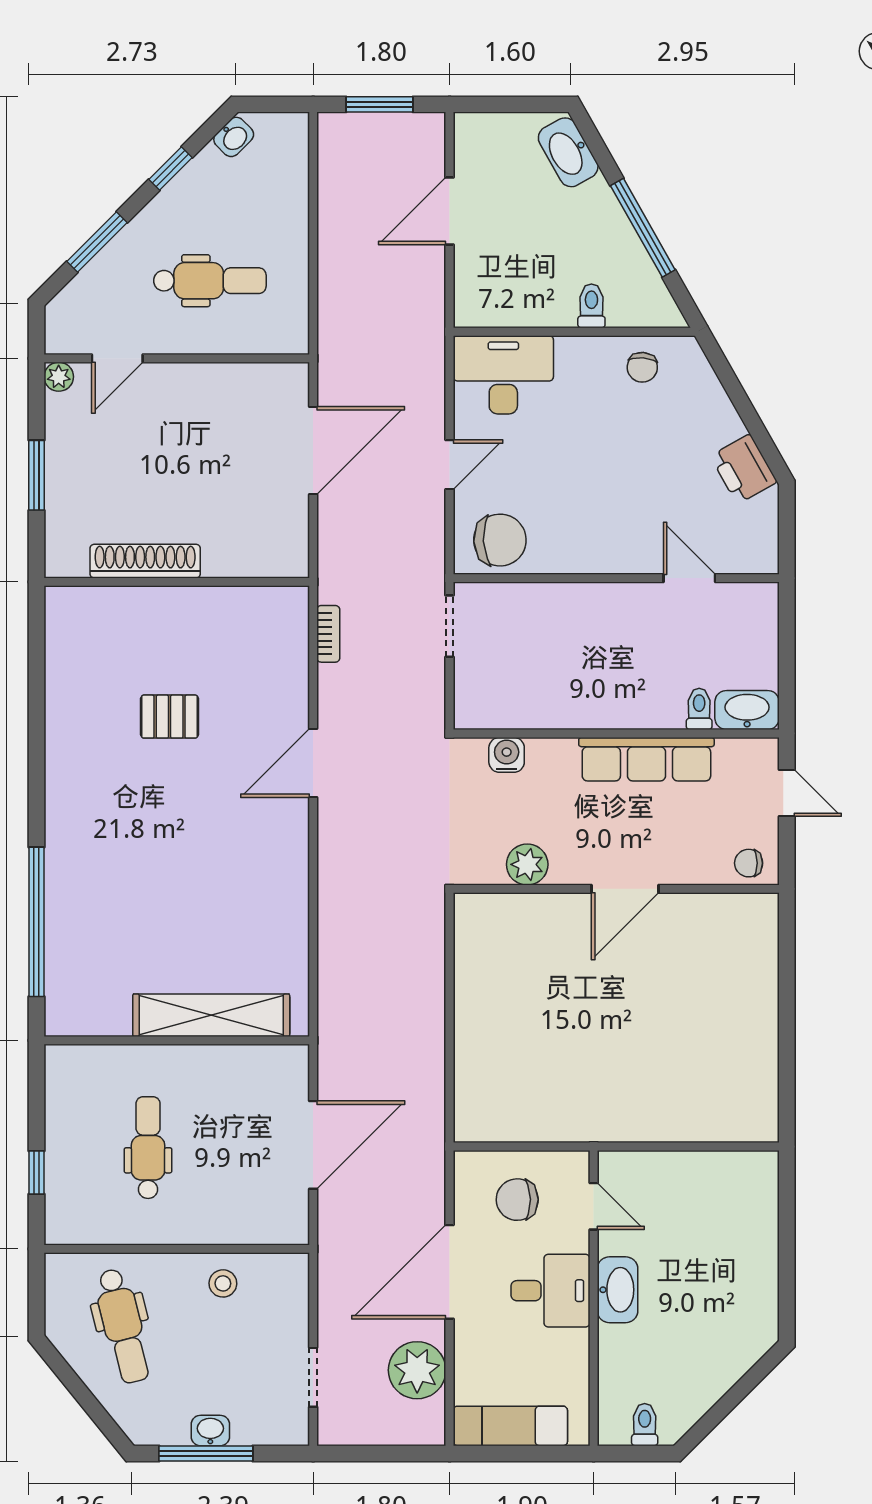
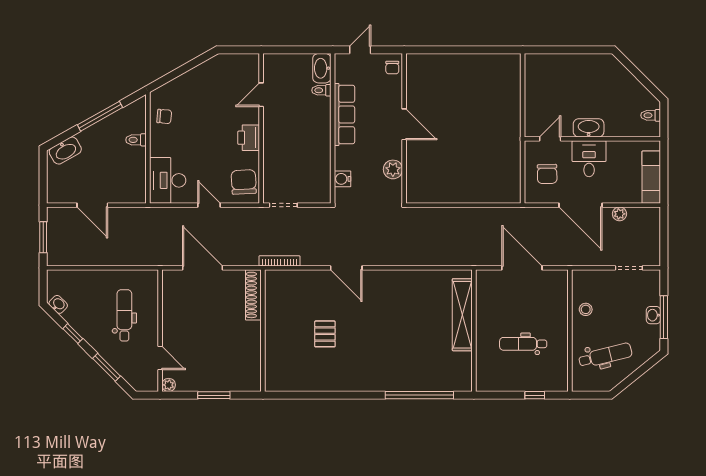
printer: (744, 469) -> (249, 138), moved, turned 119
shoe rack: (145, 561) -> (253, 295), moved
bookcase: (328, 634) -> (279, 261), width x1.56
plant: (417, 1370) -> (619, 214), width x0.53, depth x0.53

